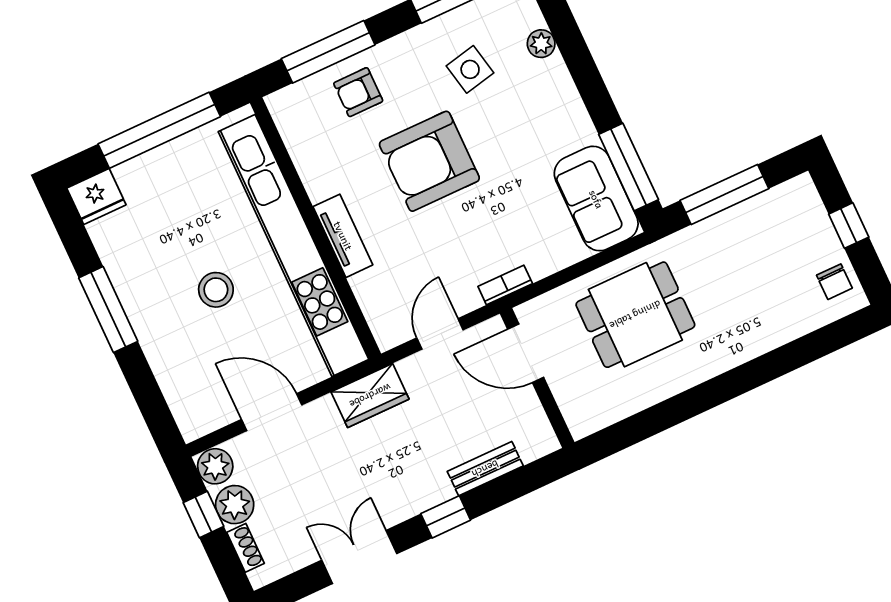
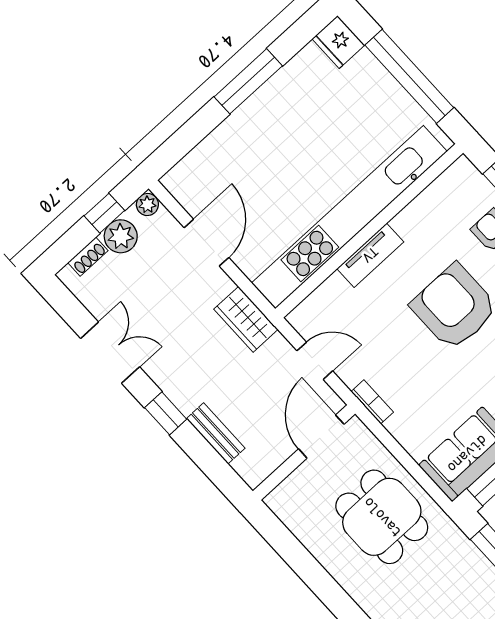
stool: (216, 290) -> (293, 165), removed
plant: (215, 466) -> (147, 204), width x0.73, depth x0.73

